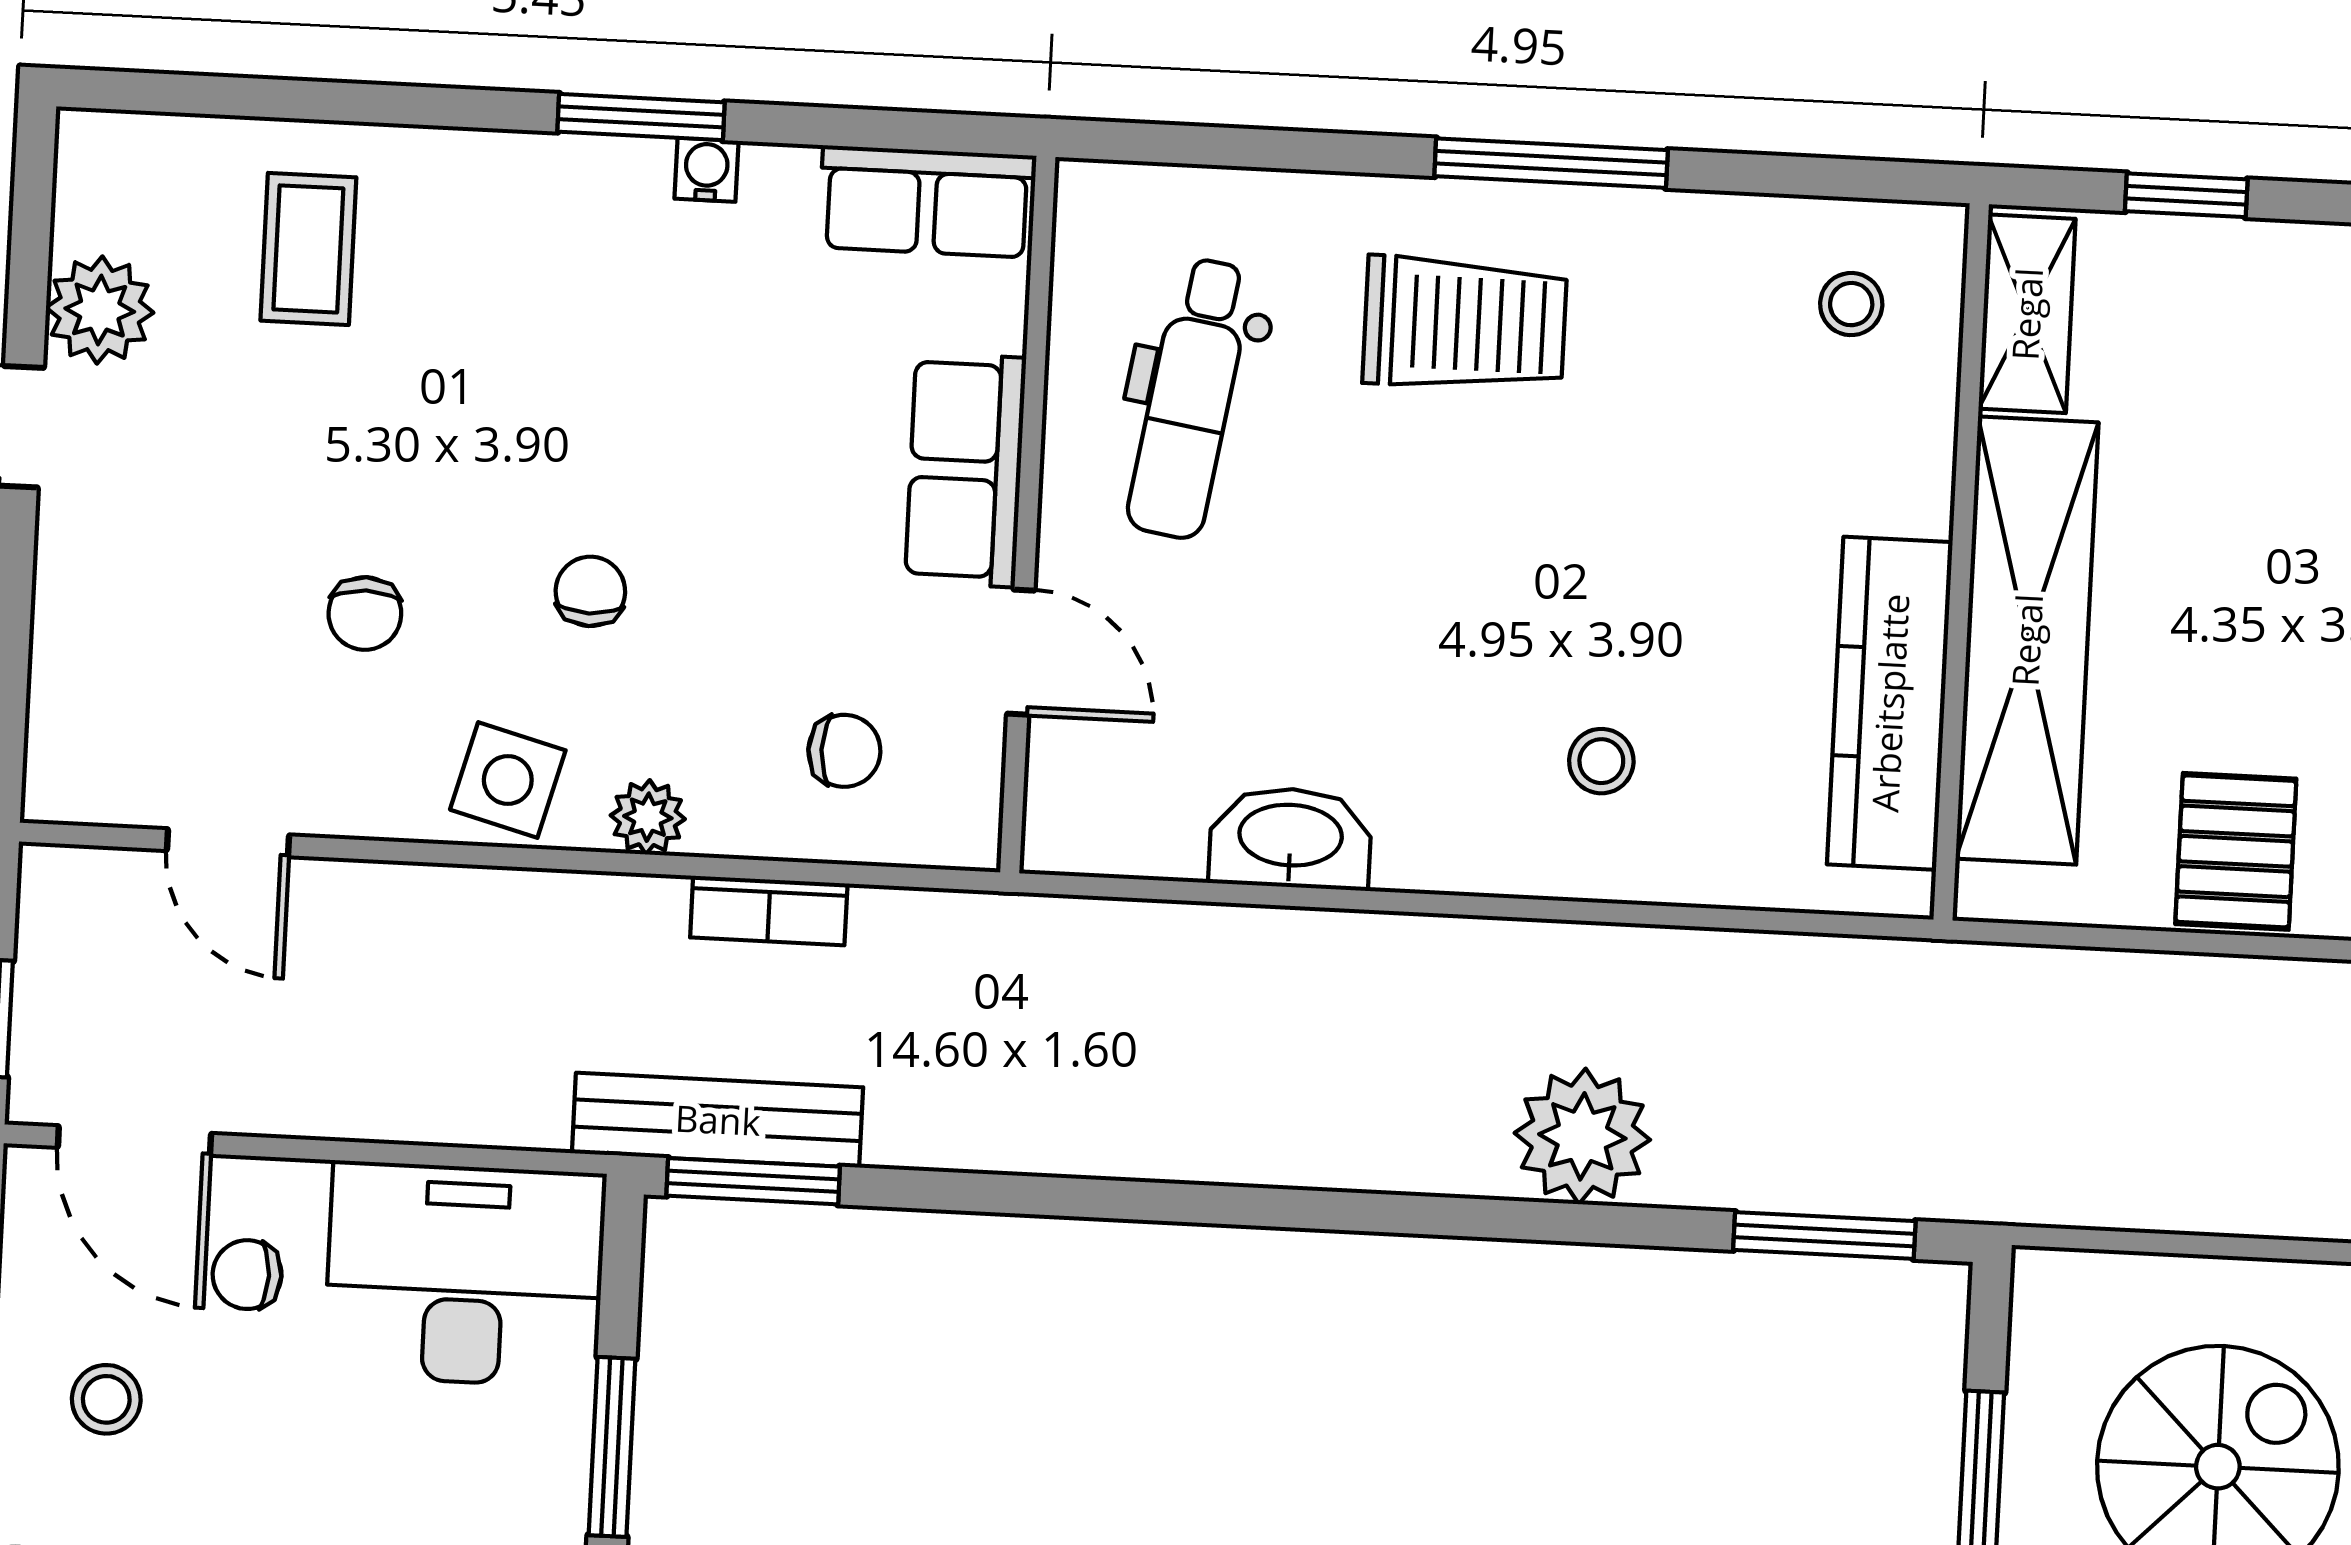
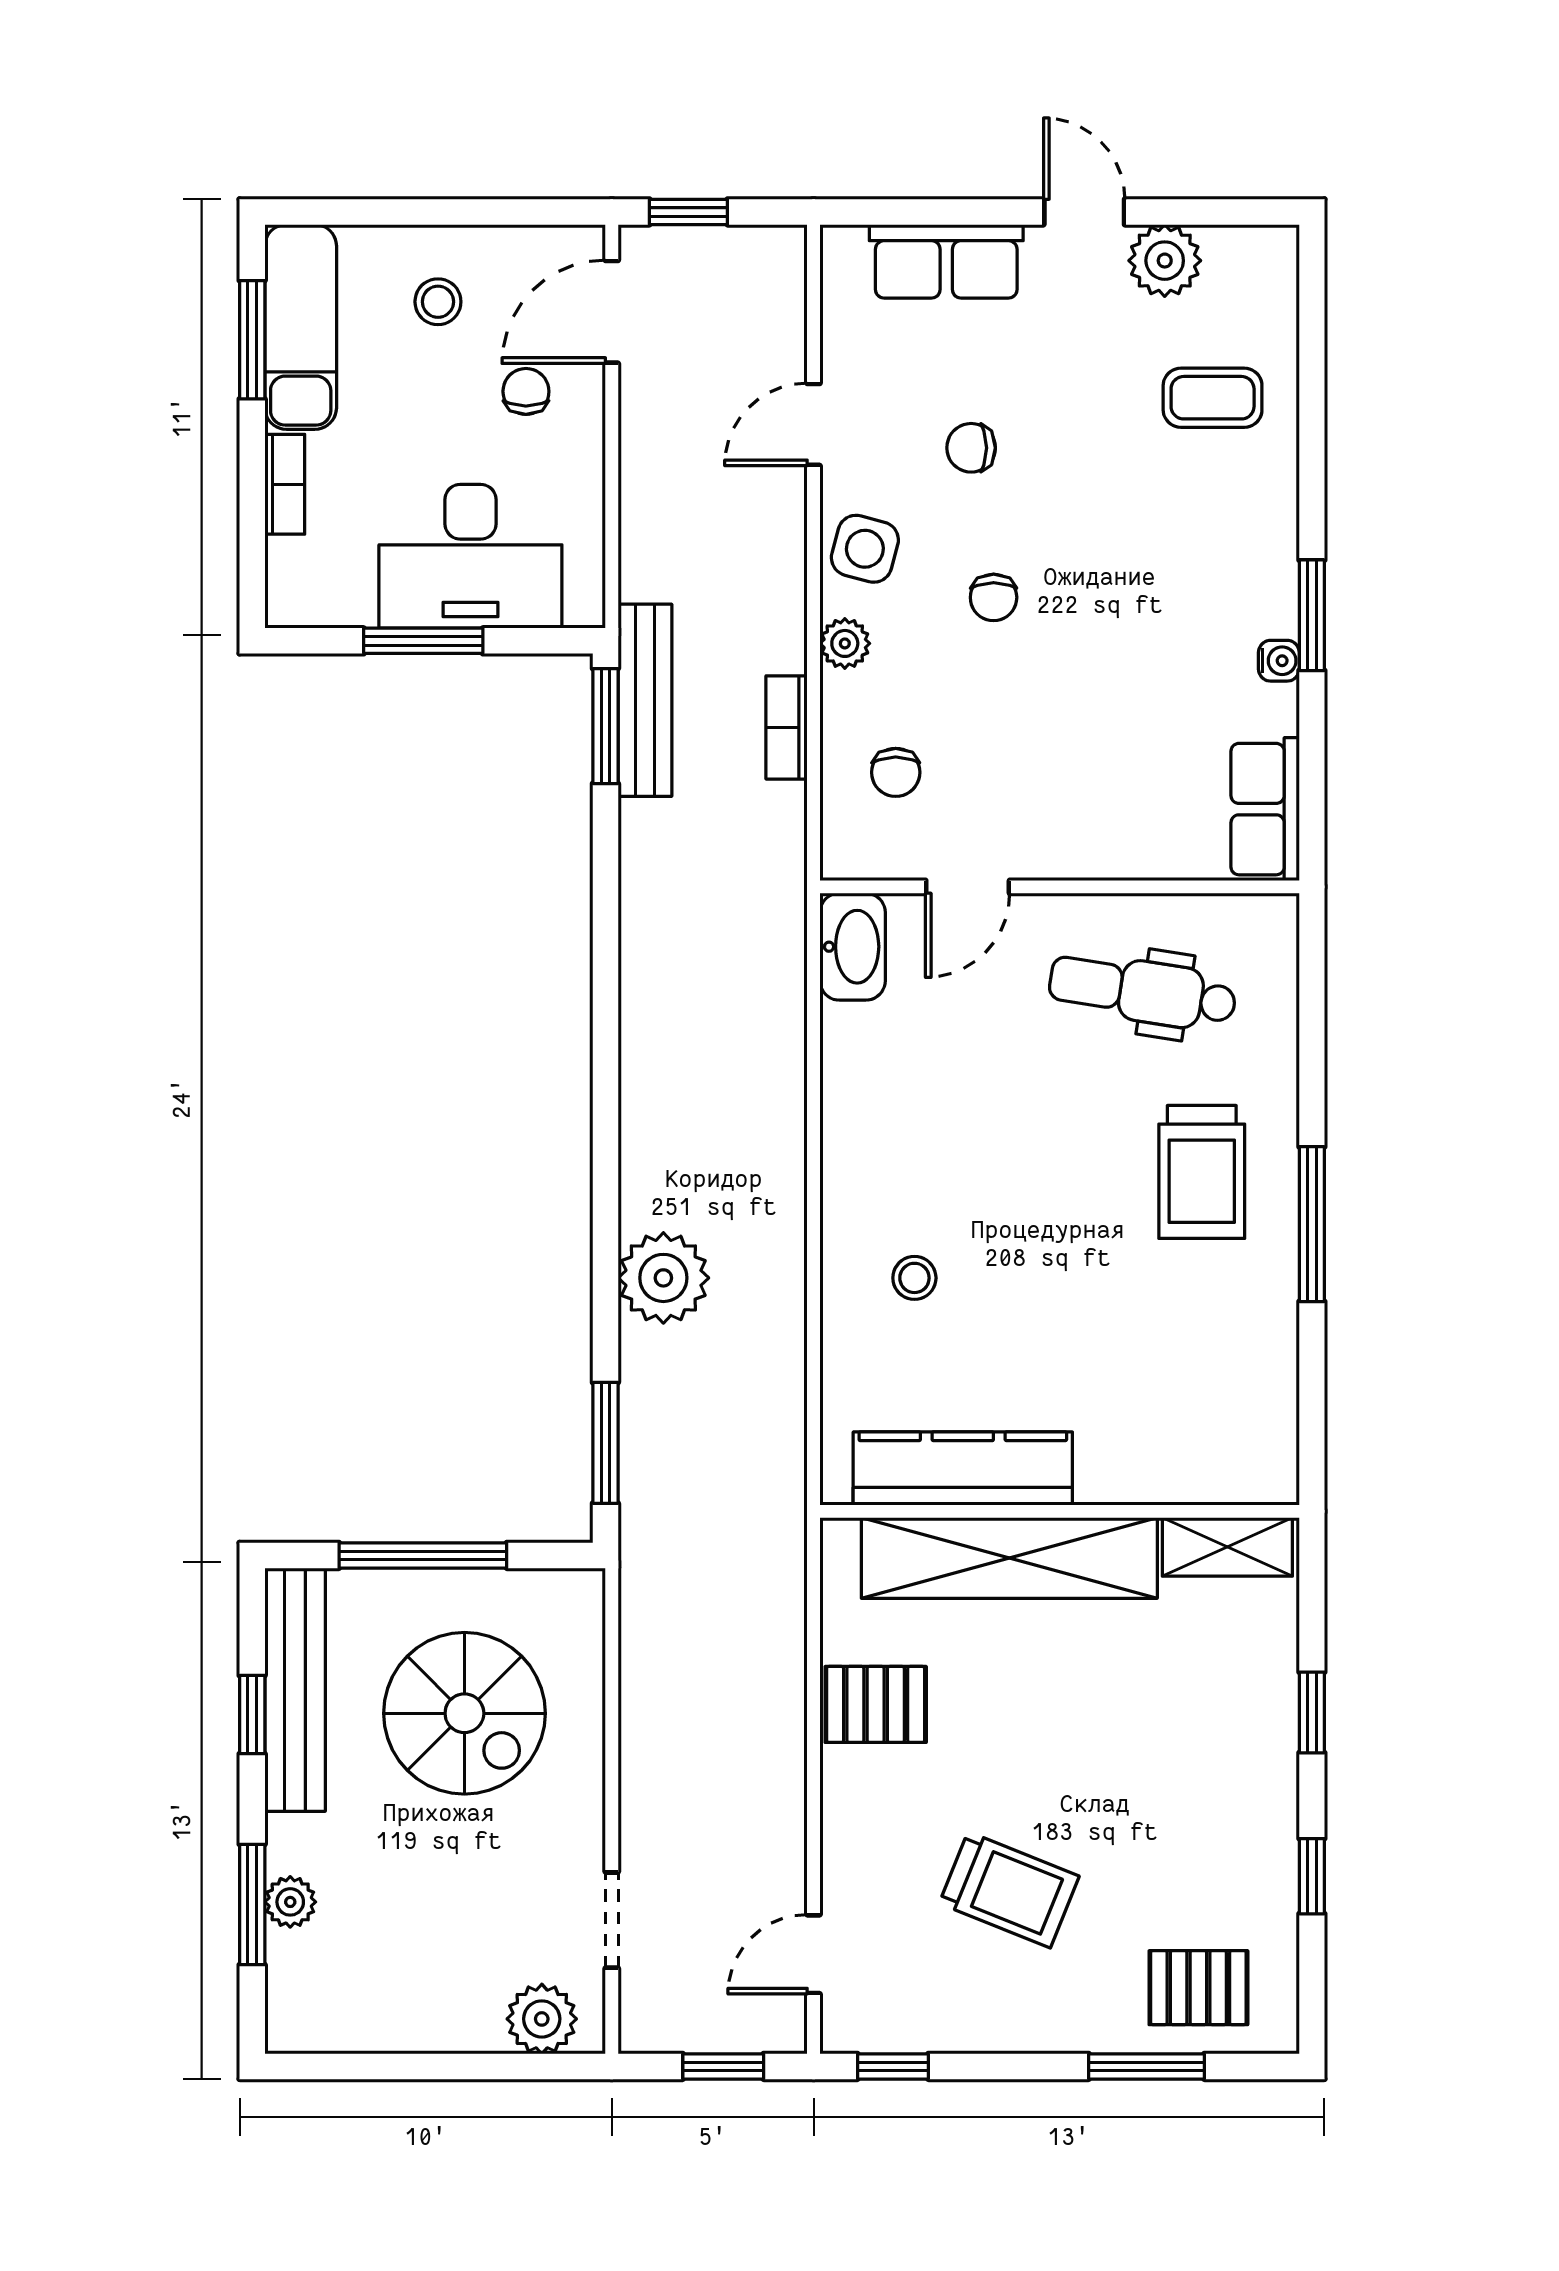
window: (2186, 195) -> (1312, 1712), moved
stool: (1851, 304) -> (1228, 1429), removed
row of seats: (965, 470) -> (946, 261), moved, turned 180
chair: (590, 591) -> (994, 597), turned 90
washbasin: (1290, 838) -> (853, 947), moved
door: (228, 843) -> (814, 424), moved
desk: (465, 1274) -> (470, 556), moved, turned 90

